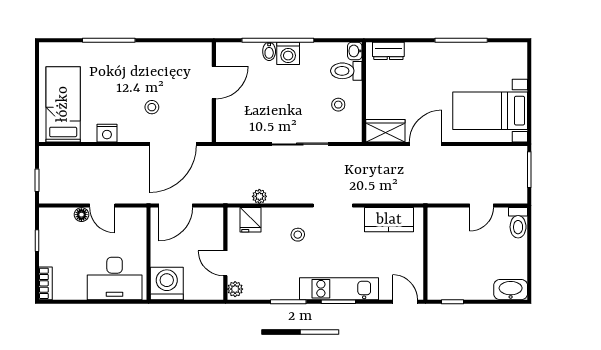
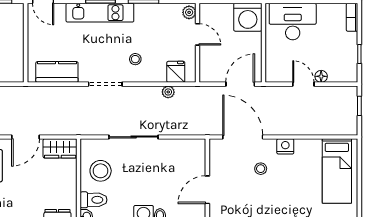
stool: (338, 105) -> (101, 171), width x1.89, depth x1.89
nightstand: (107, 133) -> (285, 146), moved
door: (173, 144) -> (243, 137), hinge flipped

